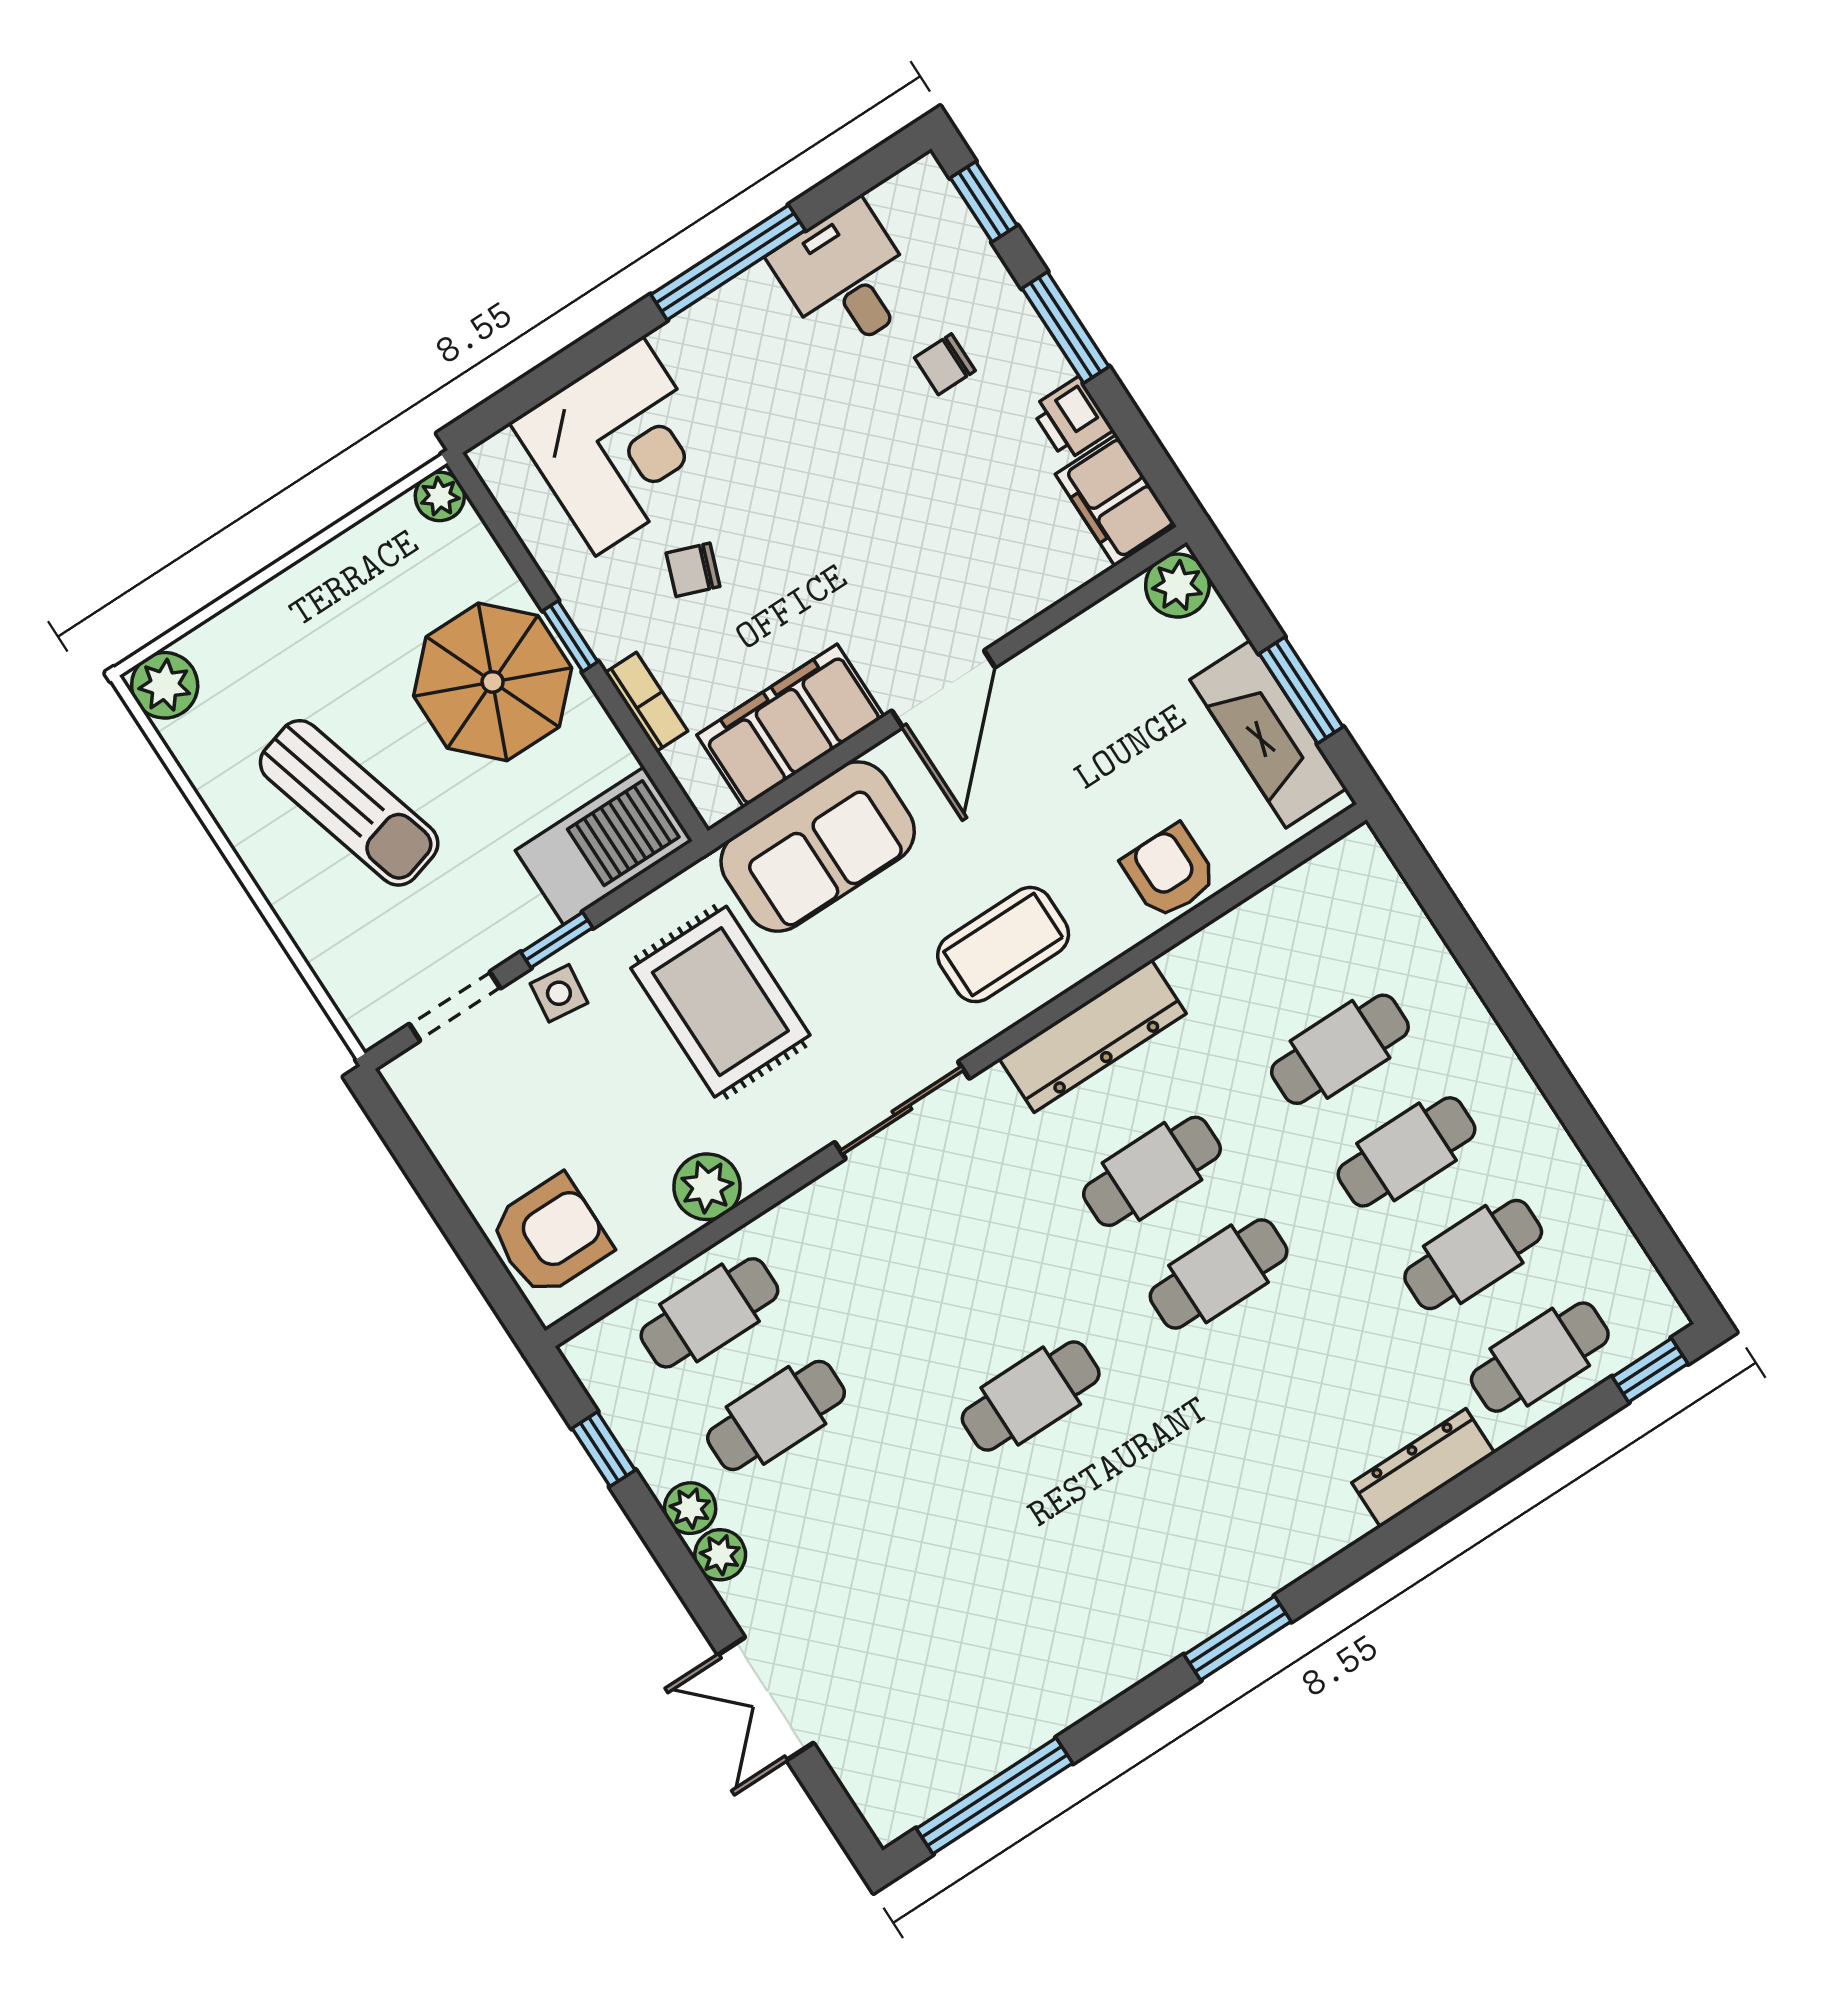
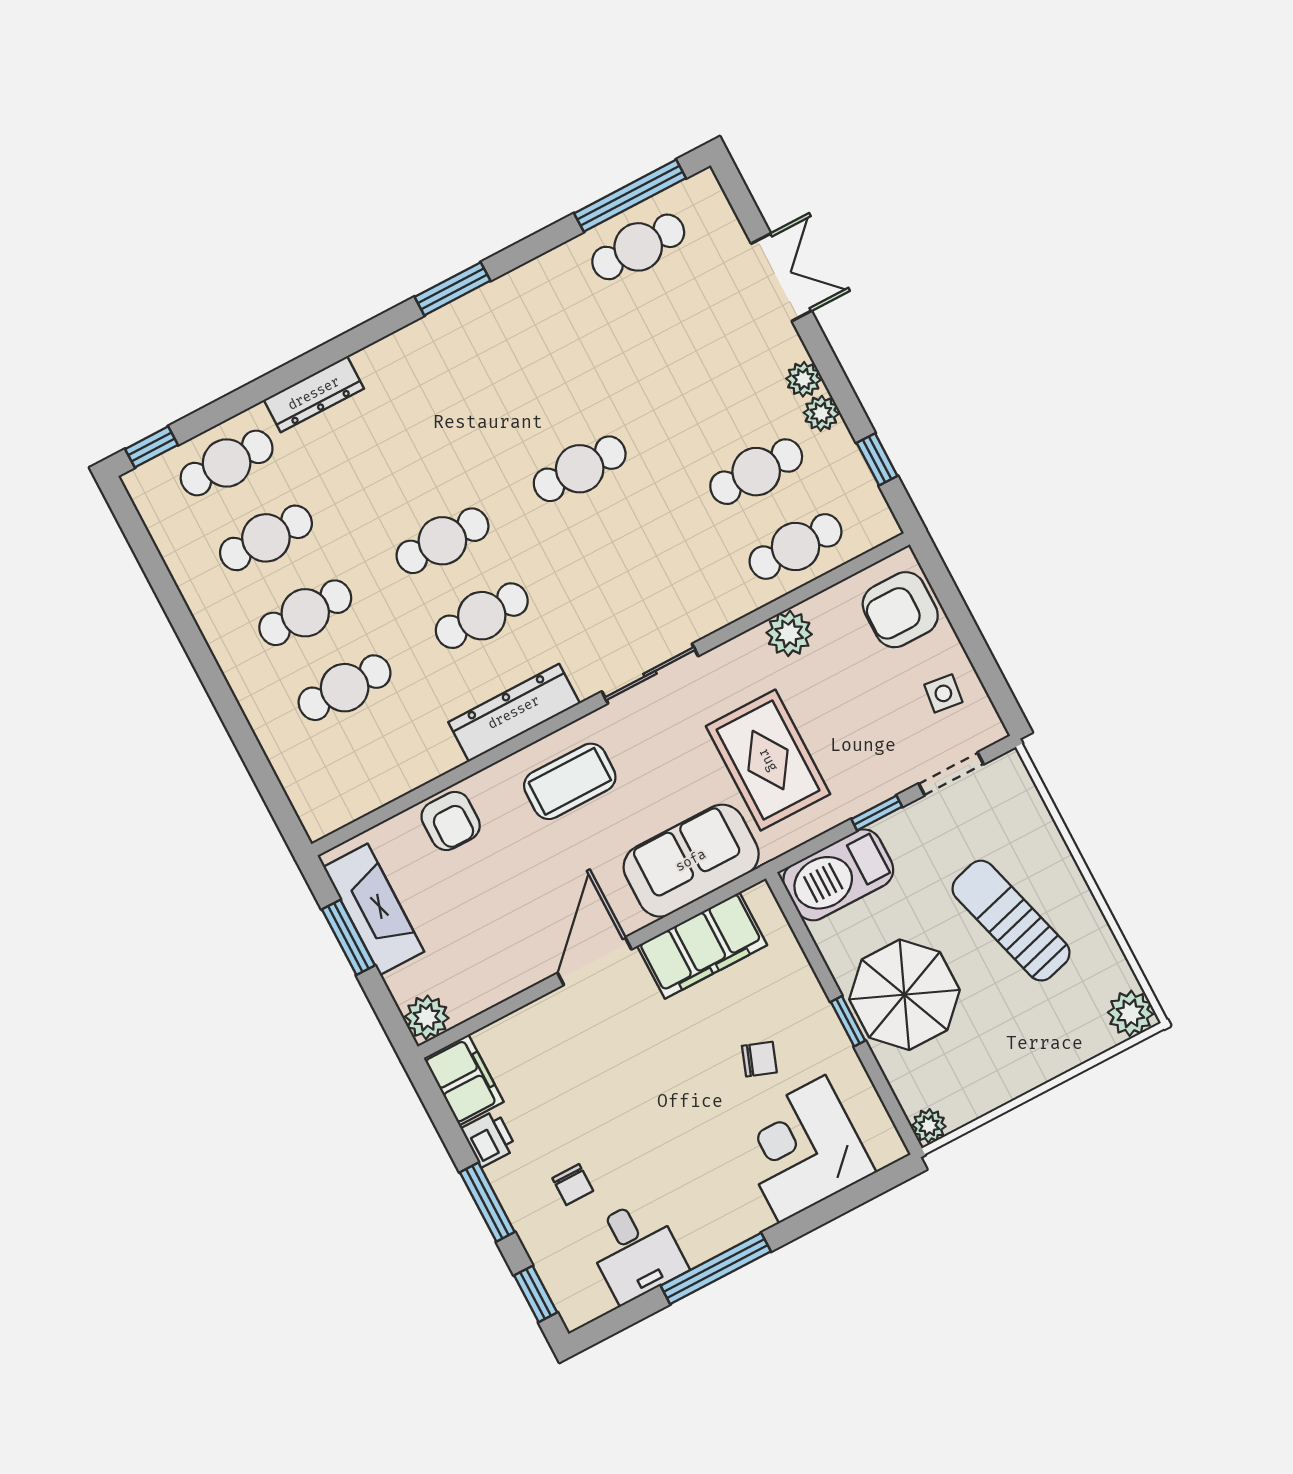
chair: (945, 364) -> (573, 1185), turned 90
bookcase: (646, 702) -> (800, 971), removed
side table: (559, 993) -> (943, 693), moved
cafe table: (976, 1723) -> (638, 247), added

